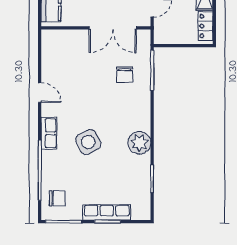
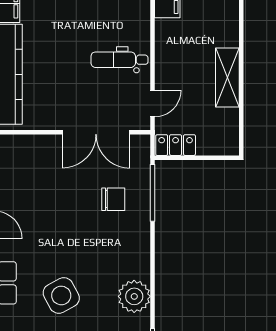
locker: (205, 26) -> (176, 145), moved, turned 90
chair: (125, 75) -> (113, 199), turned -90

